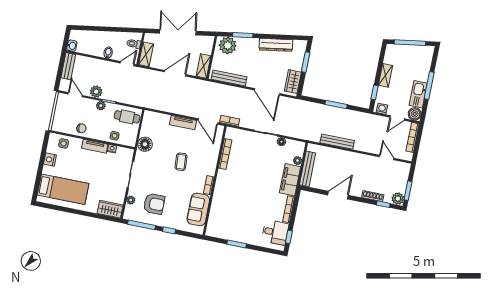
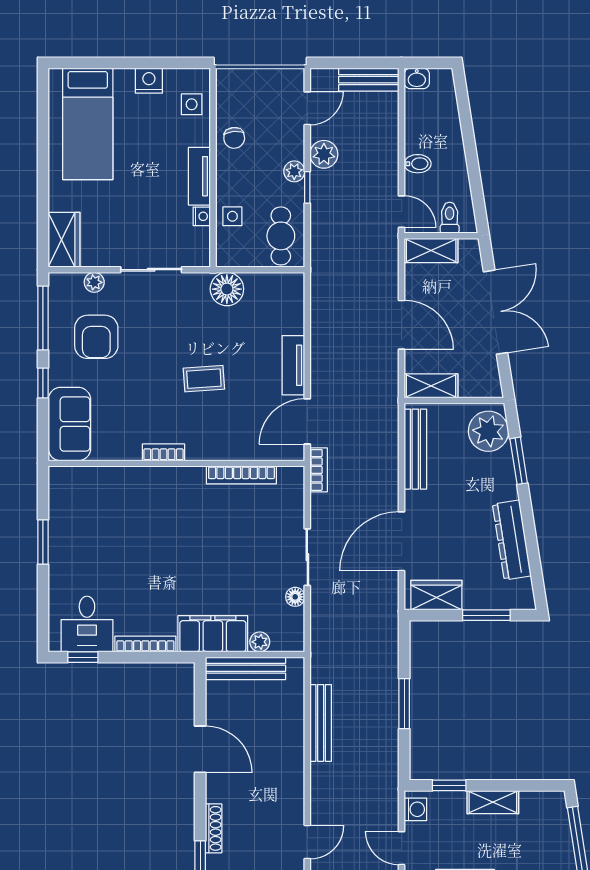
sofa: (198, 209) -> (69, 424), moved, turned 90

